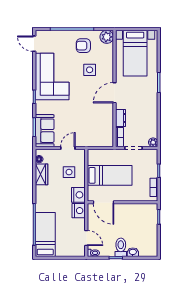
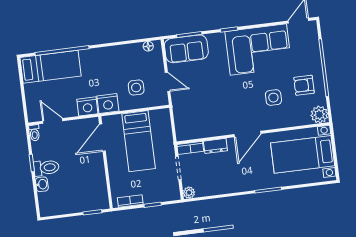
armchair: (83, 46) -> (304, 85), turned -90
door: (115, 93) -> (247, 134), swing flipped
wardrobe: (41, 174) -> (129, 52), removed
door: (86, 238) -> (53, 121), swing flipped

